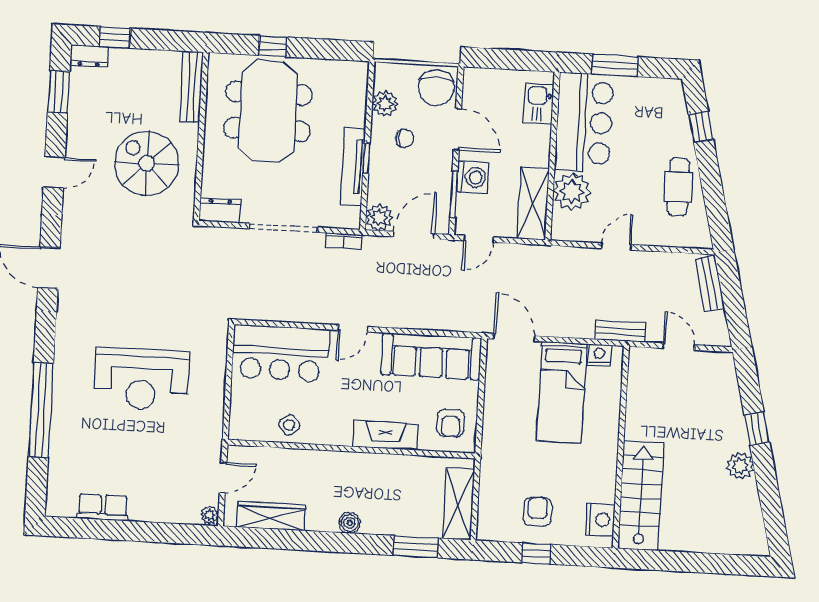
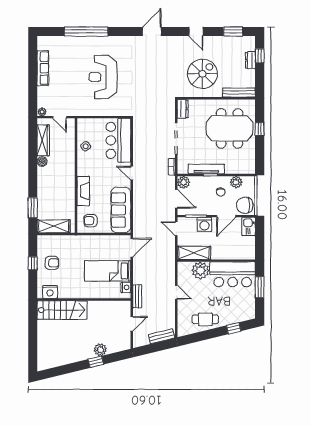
dresser: (89, 56) -> (250, 60), moved
kitchen sink: (539, 104) -> (249, 226), moved, turned -90
plant: (740, 466) -> (100, 350), moved
row of seats: (103, 507) -> (43, 68), width x1.48
boiler: (350, 523) -> (42, 162), moved

